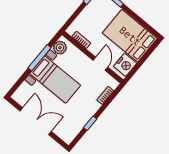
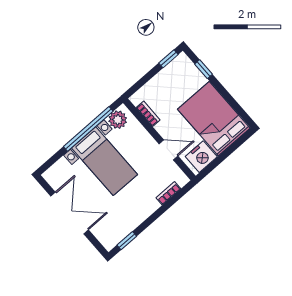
window: (40, 58) -> (88, 129), width x1.46
door: (100, 64) -> (169, 150), hinge flipped
window: (90, 123) -> (127, 241), moved

